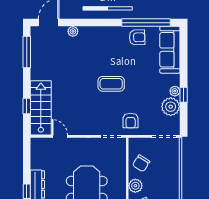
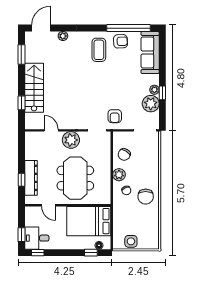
window: (27, 52) -> (21, 54), width x0.69
coffee table: (111, 84) -> (99, 50), moved, turned 90
stairs: (41, 108) -> (34, 88), moved
plant: (82, 147) -> (71, 140), added

